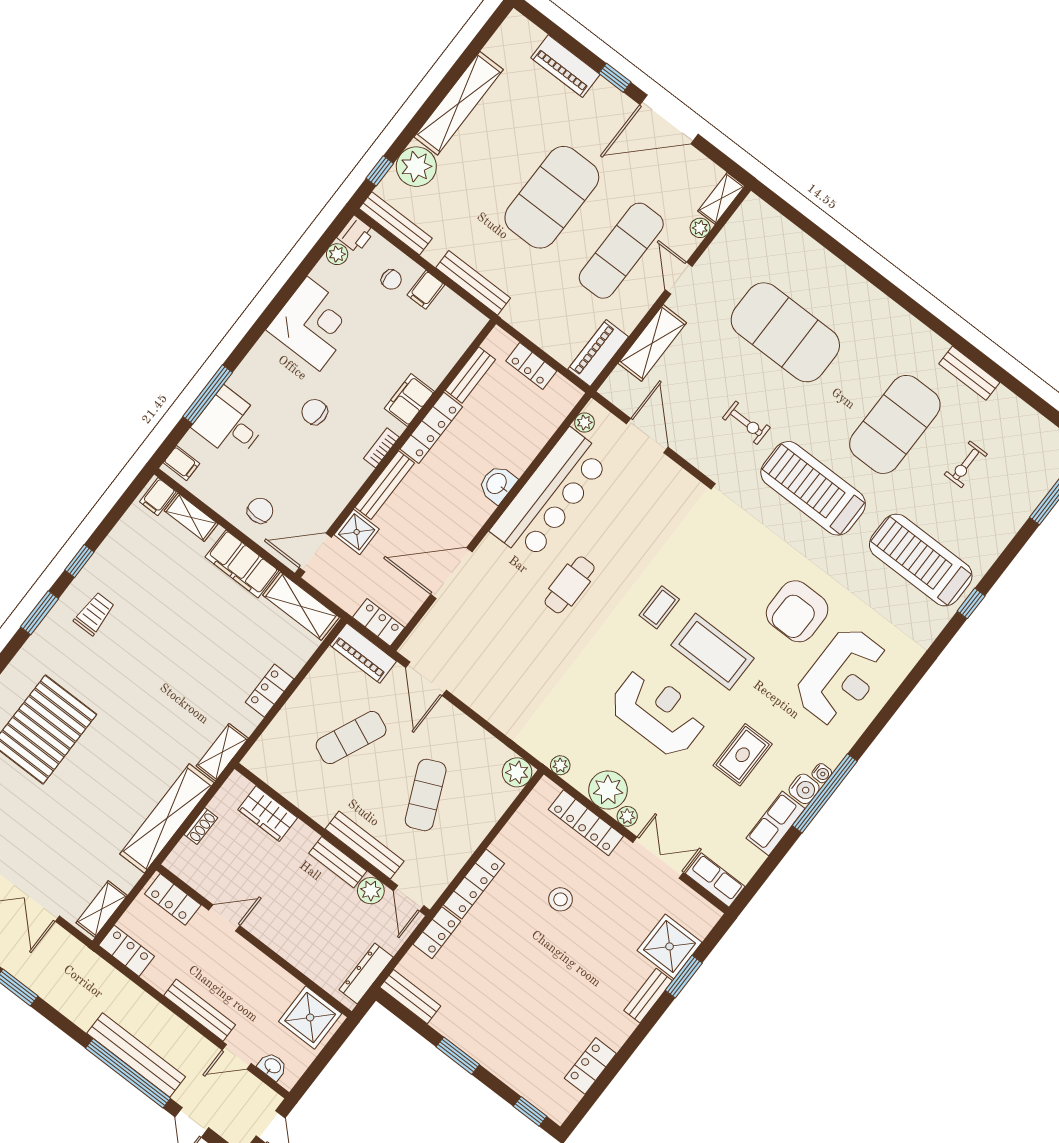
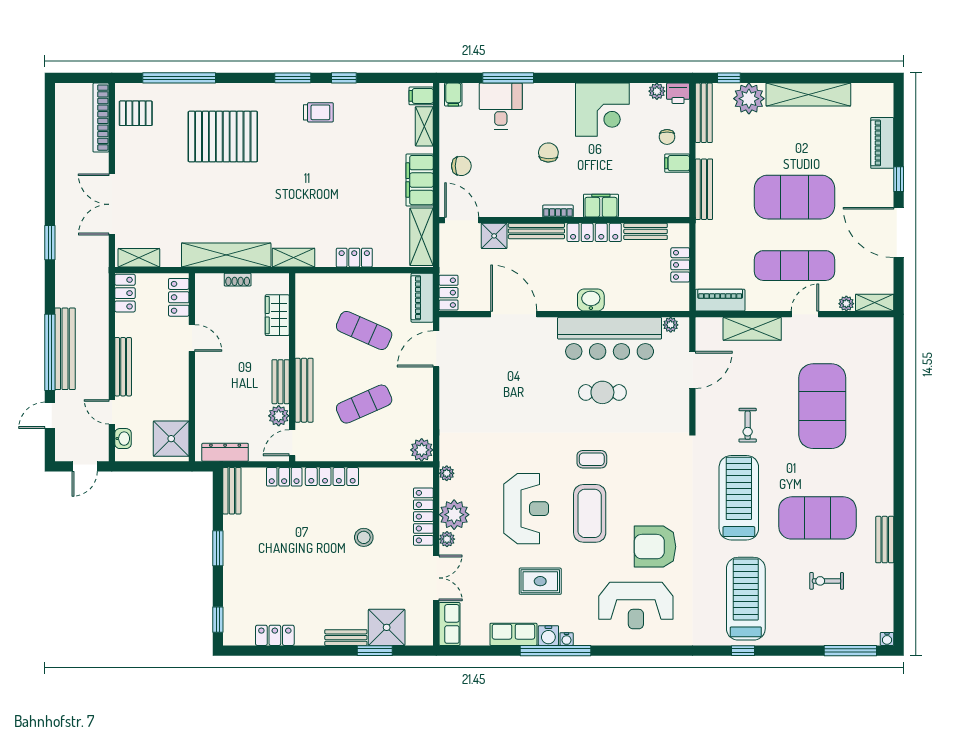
cafe table: (570, 585) -> (602, 392), moved

